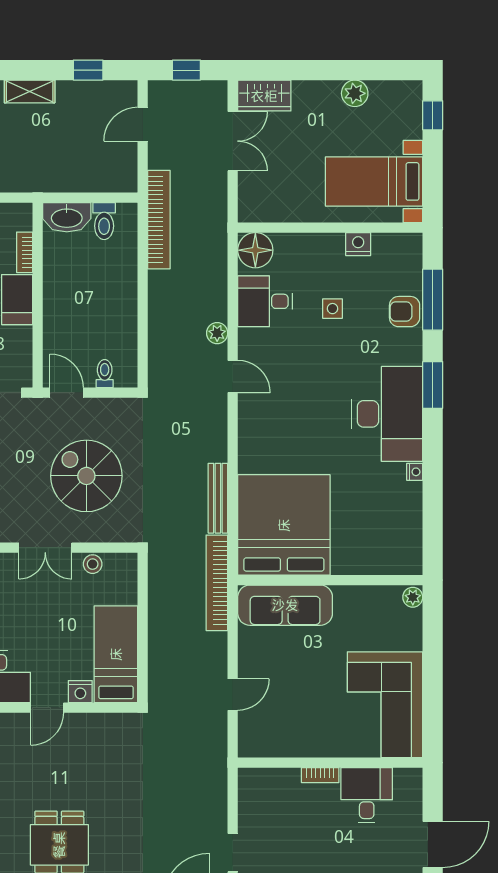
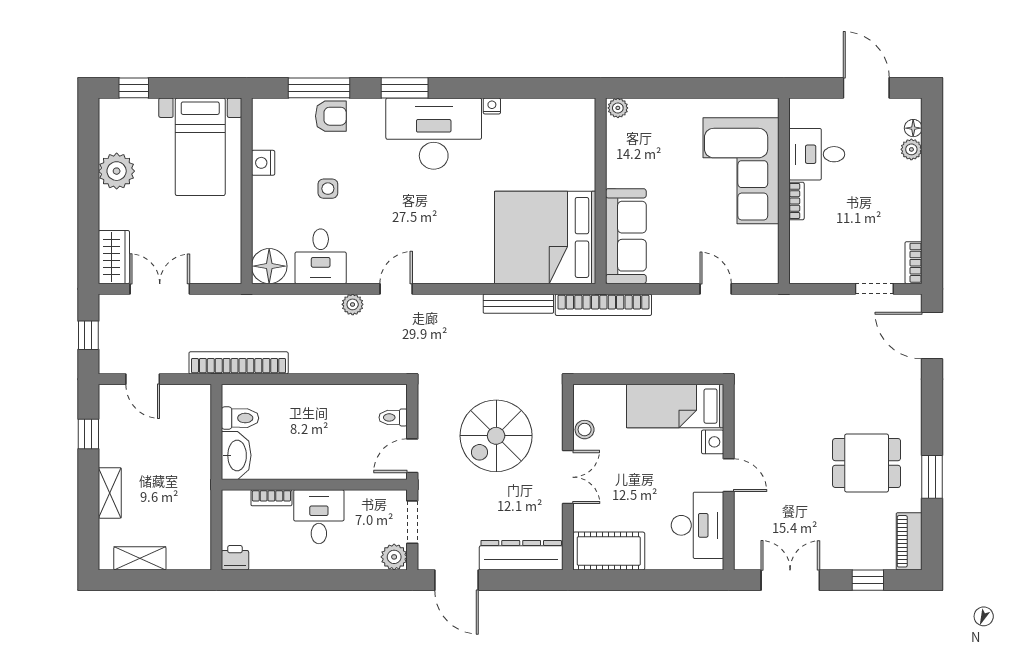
plant: (355, 93) -> (117, 171), width x1.36, depth x1.36
armchair: (405, 312) -> (331, 116), turned -90
corner sofa: (385, 705) -> (741, 171), moved, turned 90

